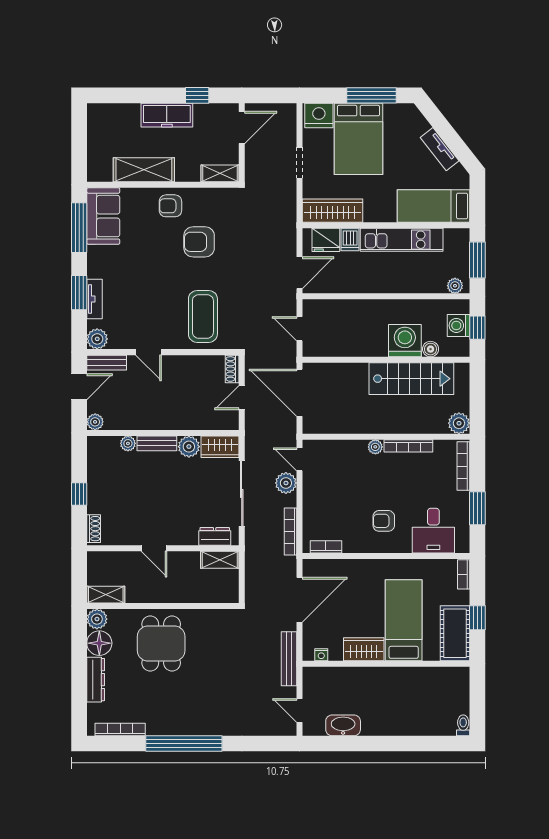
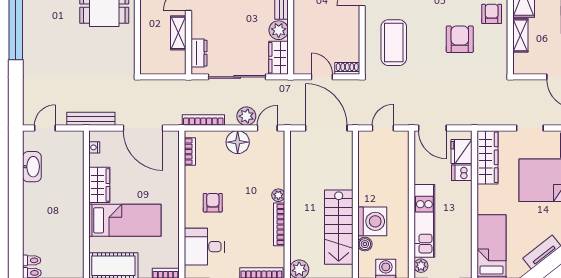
shelving: (220, 173) -> (520, 35), moved
kitchen unit: (402, 240) -> (424, 221), moved, turned 180
coffee table: (203, 316) -> (394, 43), turned 90
door: (299, 393) -> (326, 128), hinge flipped
floor lamp: (315, 493) -> (238, 142), added
shelving: (220, 560) -> (178, 33), moved
toilet: (449, 726) -> (32, 260), added

